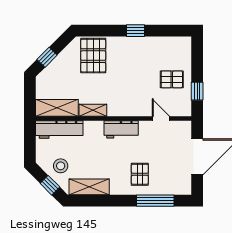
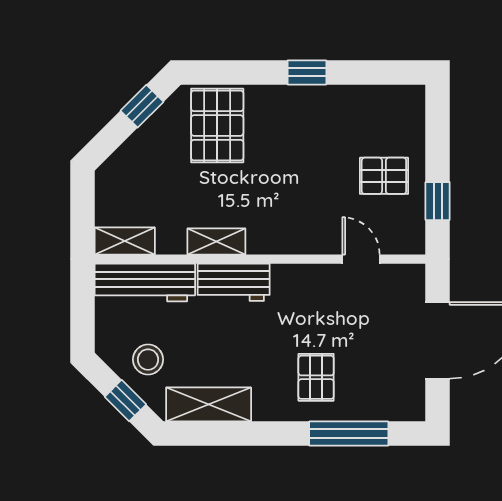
window: (47, 57) -> (142, 106), moved
shelving: (57, 108) -> (125, 241), width x0.67, depth x0.75
workbench: (121, 129) -> (234, 282), moved

